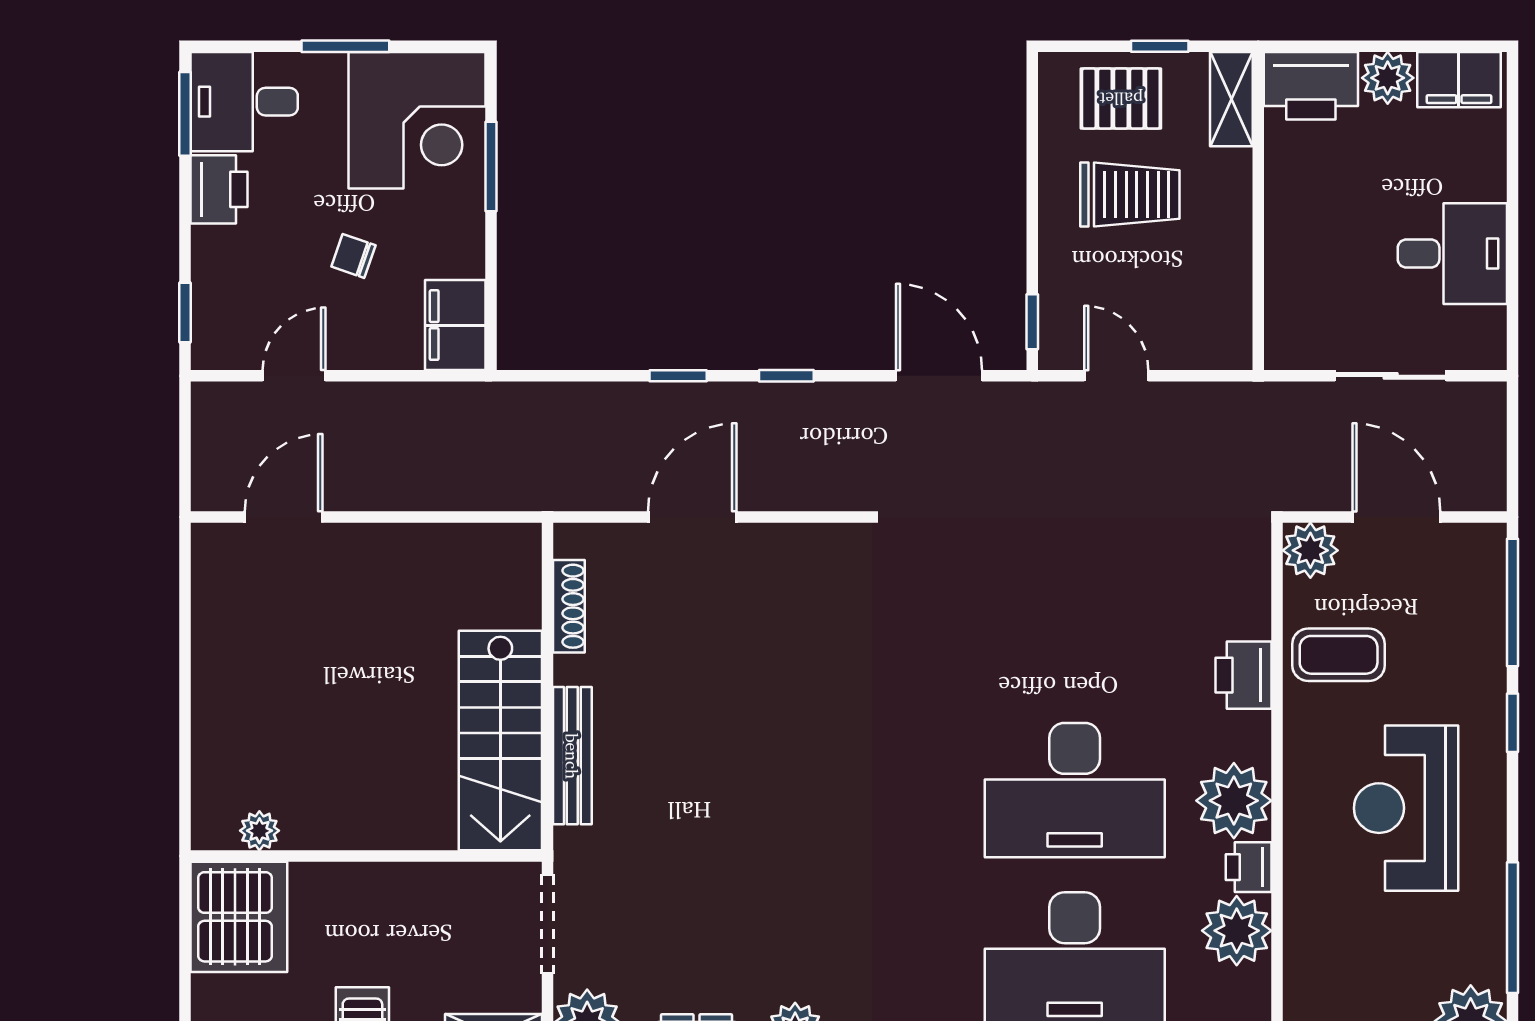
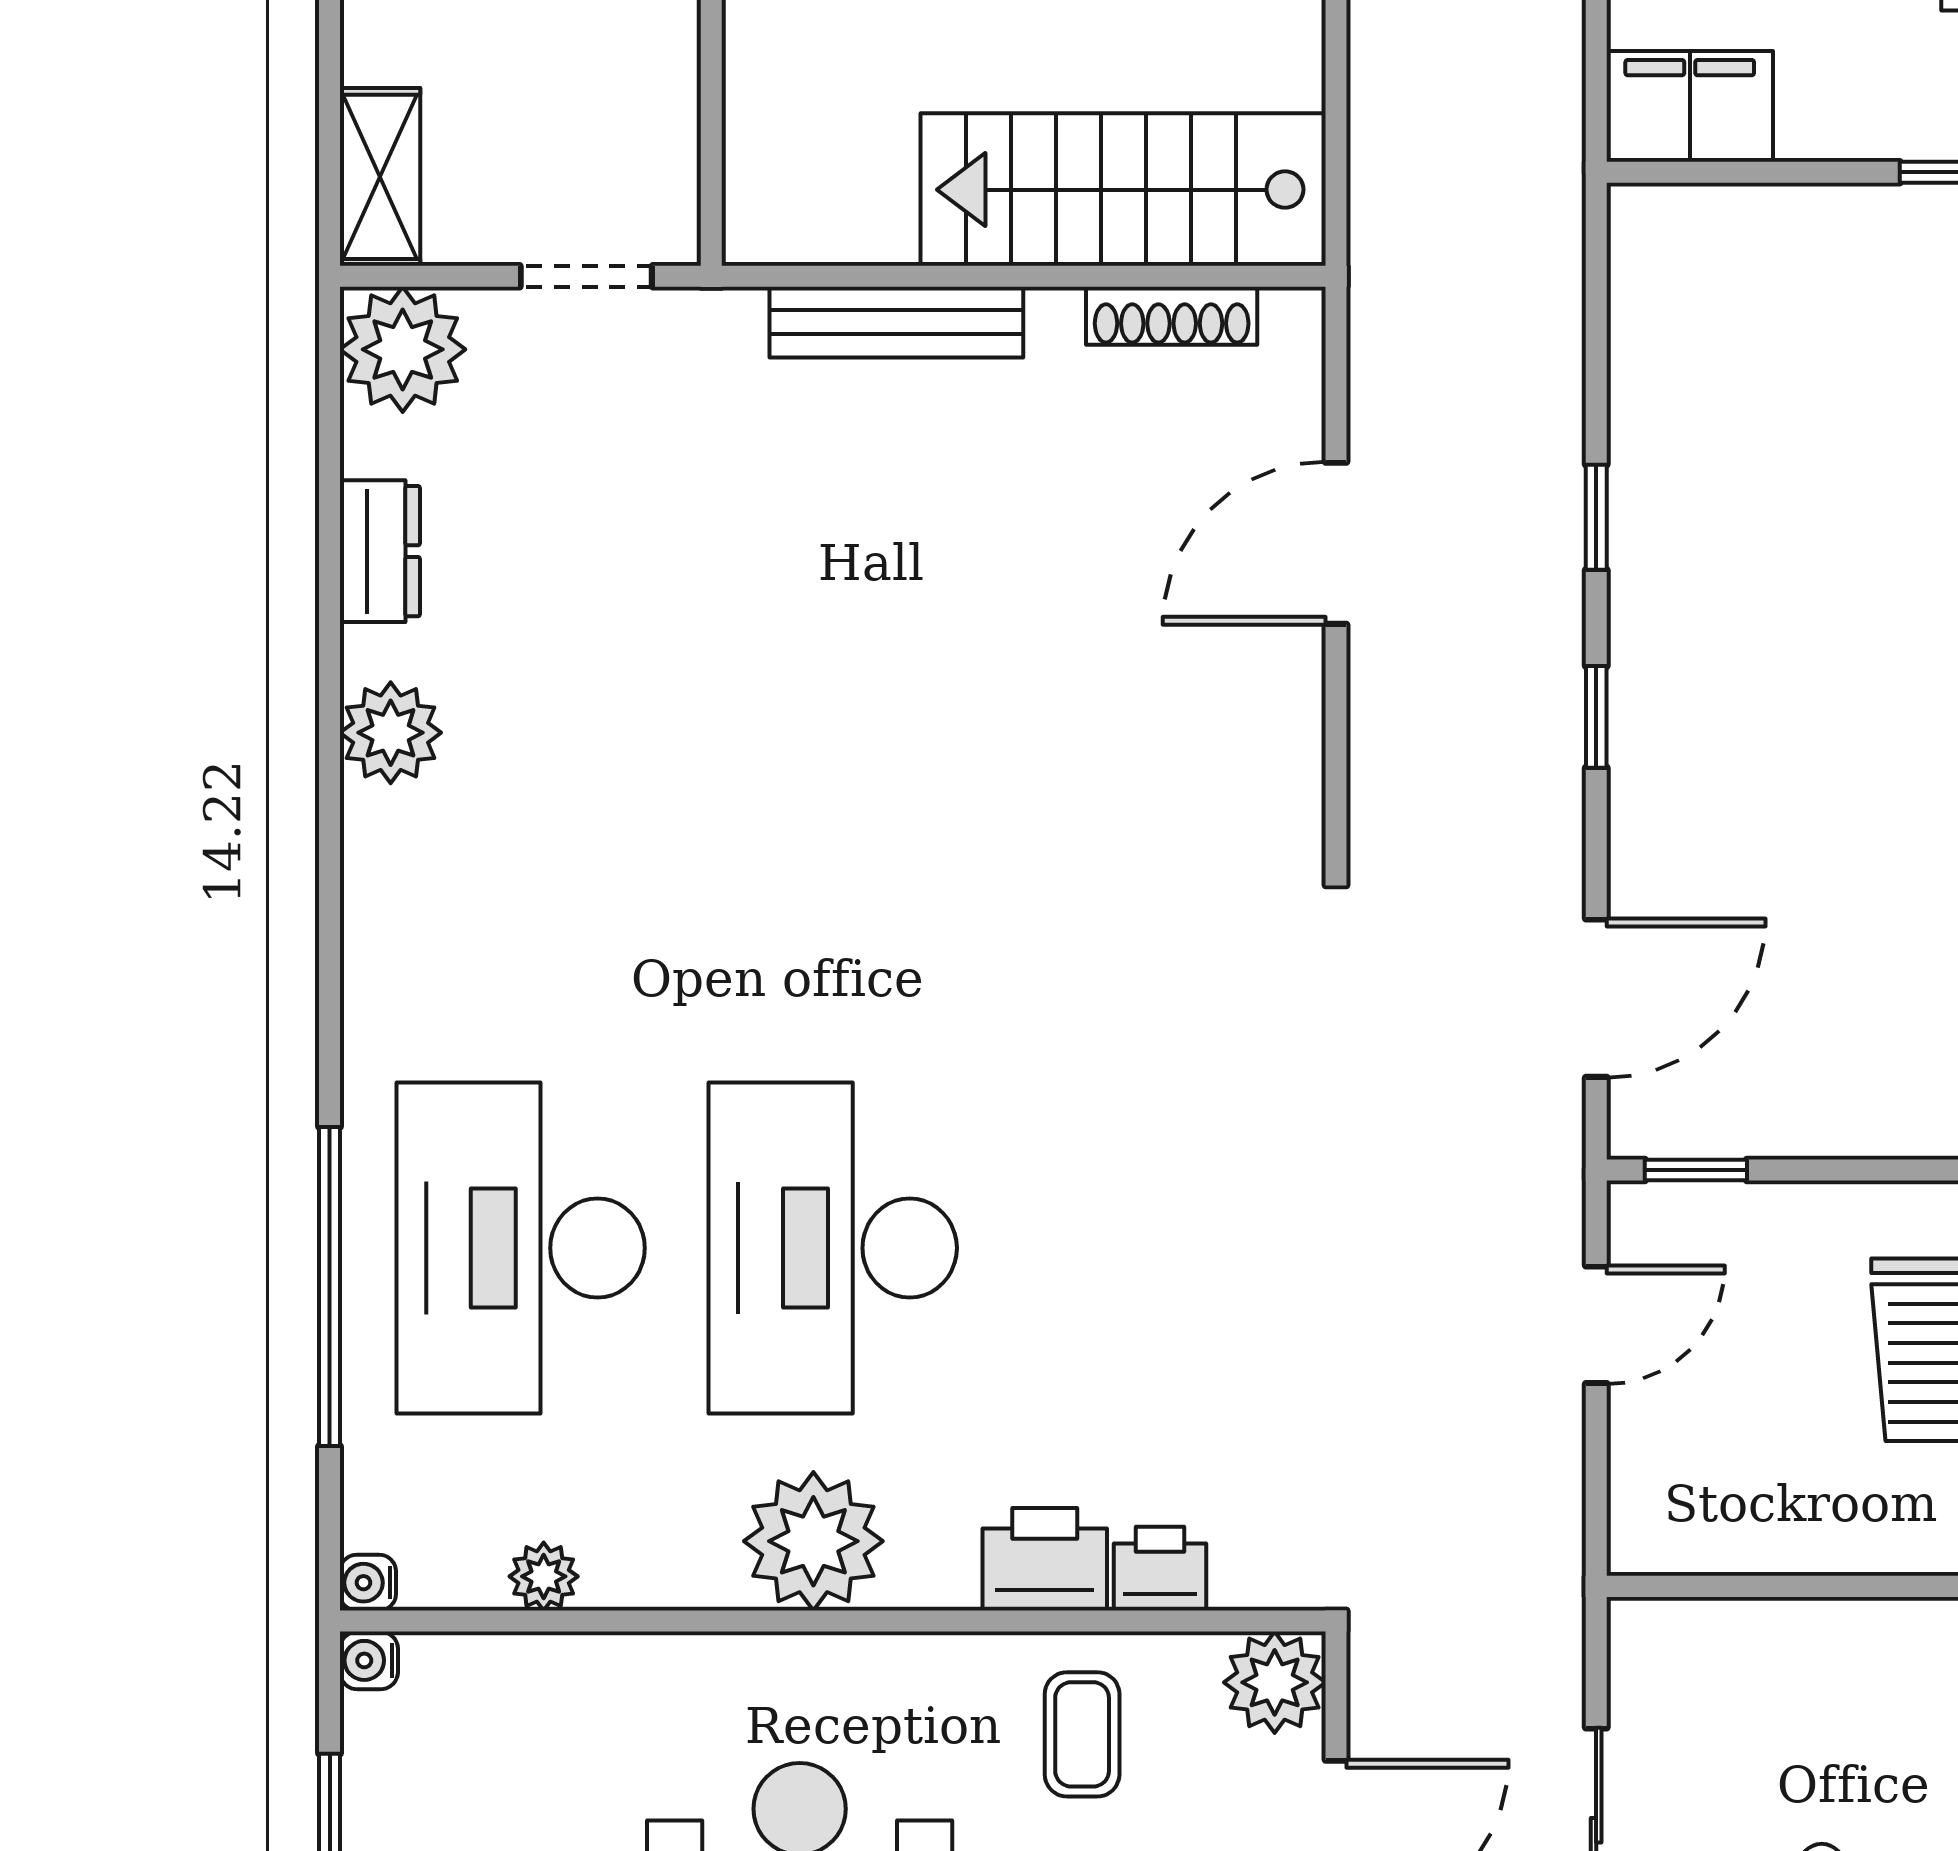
door: (692, 517) -> (1336, 543), swing flipped
coffee table: (1339, 655) -> (1082, 1734), width x0.73, depth x0.77
stairs: (500, 741) -> (1123, 190), moved
printer: (1249, 867) -> (1160, 1569), moved
doorway: (547, 924) -> (586, 276), width x0.73
plant: (1237, 931) -> (544, 1576), width x0.53, depth x0.53

